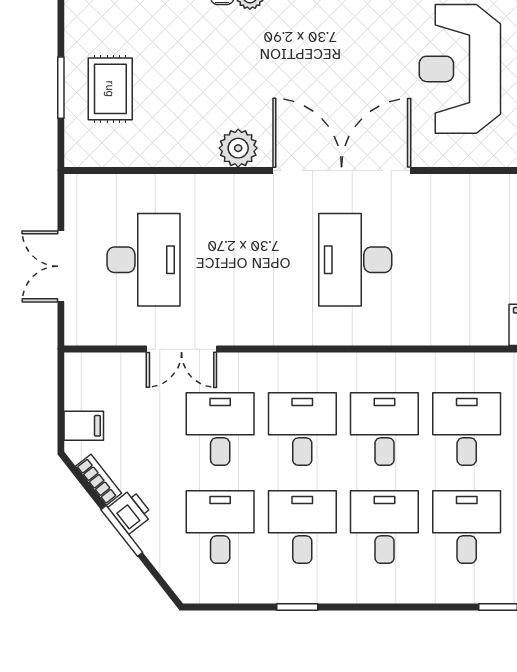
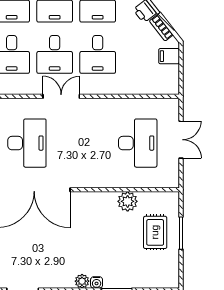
plant: (238, 148) -> (128, 201), moved
desk: (144, 260) -> (138, 143), turned 180
double door: (181, 349) -> (61, 96), moved

